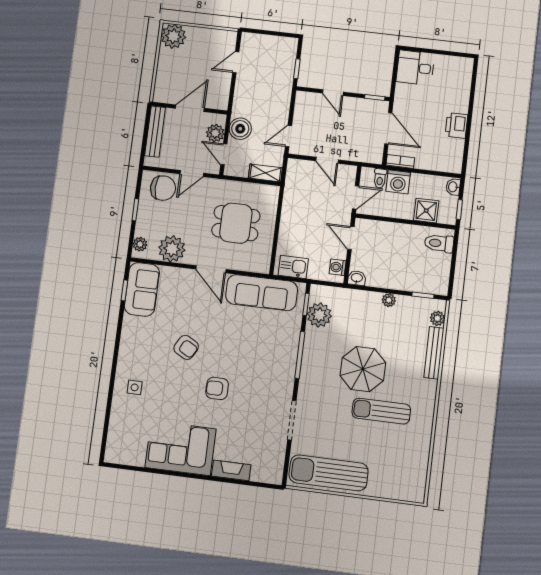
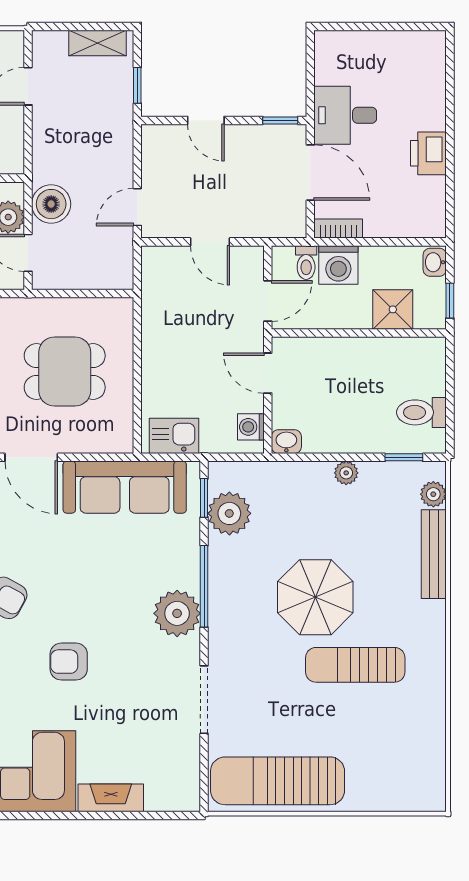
desk: (415, 68) -> (345, 115), moved
shelving: (265, 173) -> (98, 43), moved
toilet: (439, 243) -> (421, 412), moved
plant: (282, 369) -> (177, 613), added

